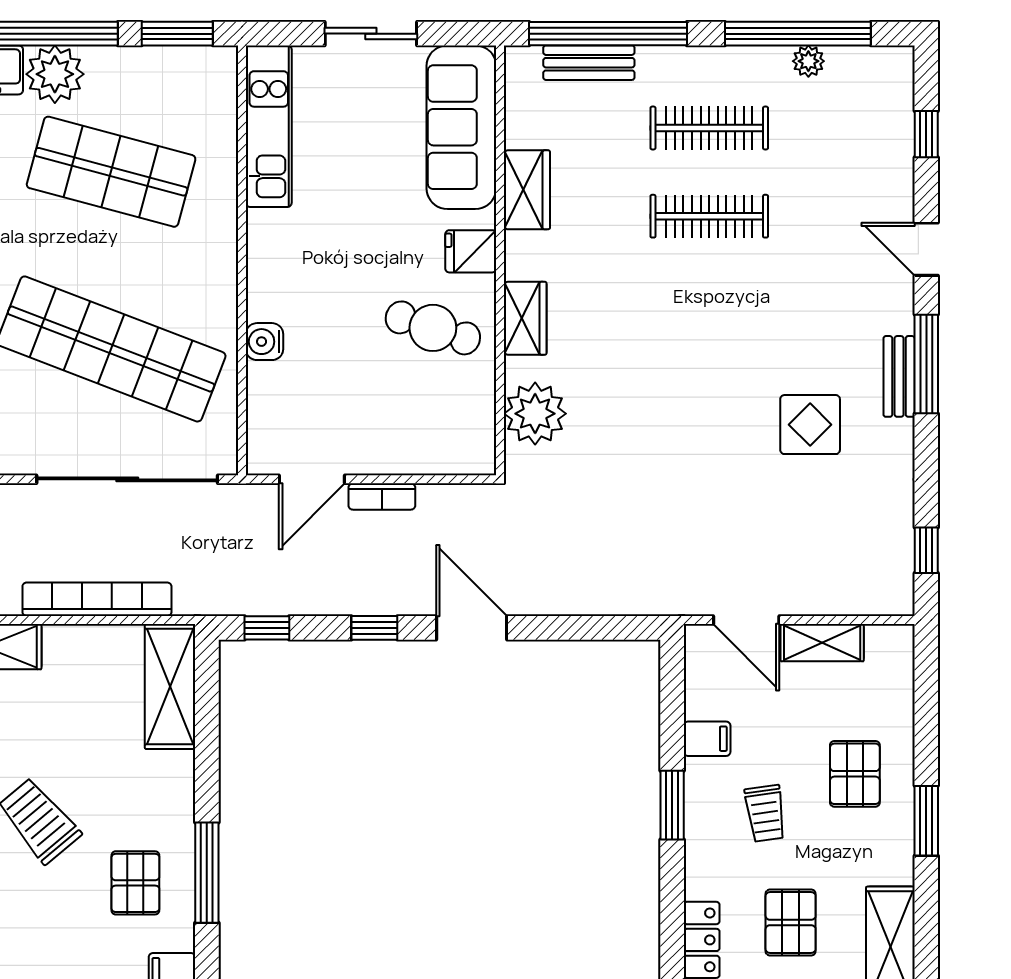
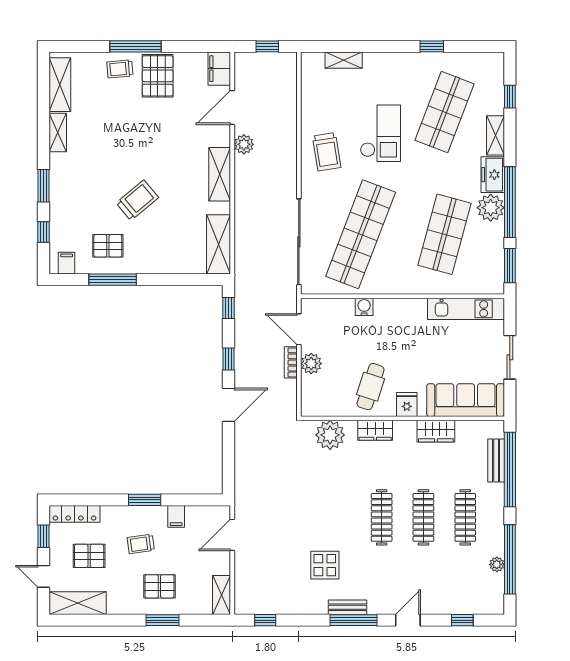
clothes rail: (709, 304) -> (382, 517), added
plant: (384, 453) -> (311, 364), added
bookcase: (97, 599) -> (242, 228), removed
shelving: (822, 643) -> (222, 595), moved
shelving: (170, 687) -> (219, 244), moved, turned 90
window: (926, 821) -> (163, 620), moved

